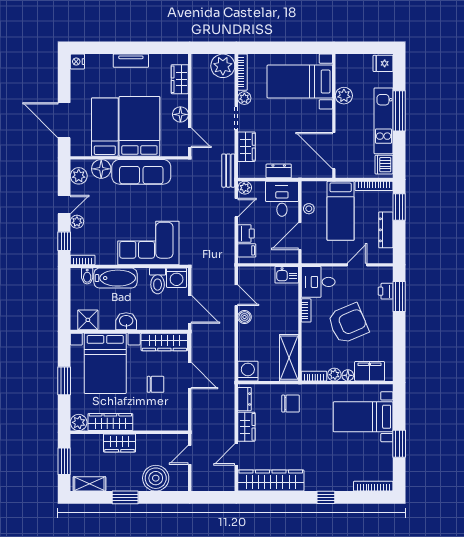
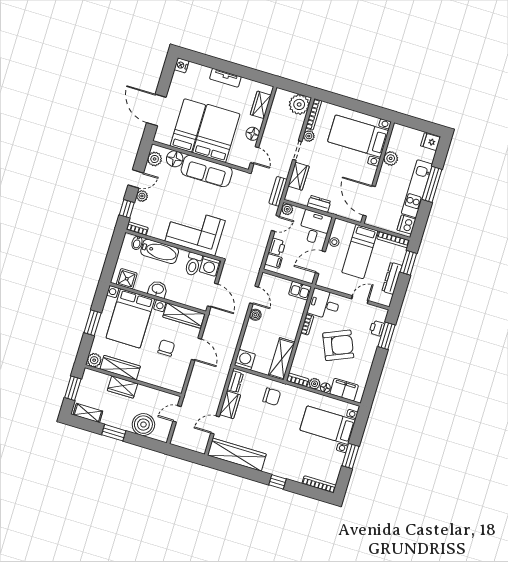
chair: (156, 384) -> (166, 348), turned -90

